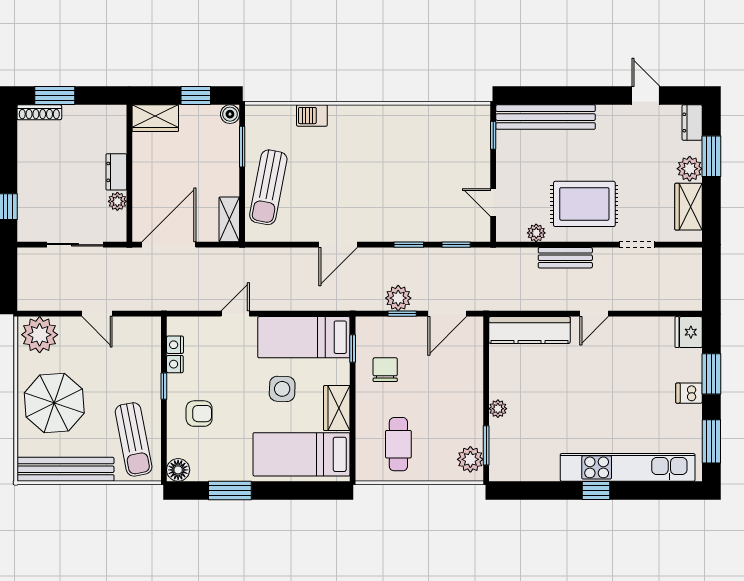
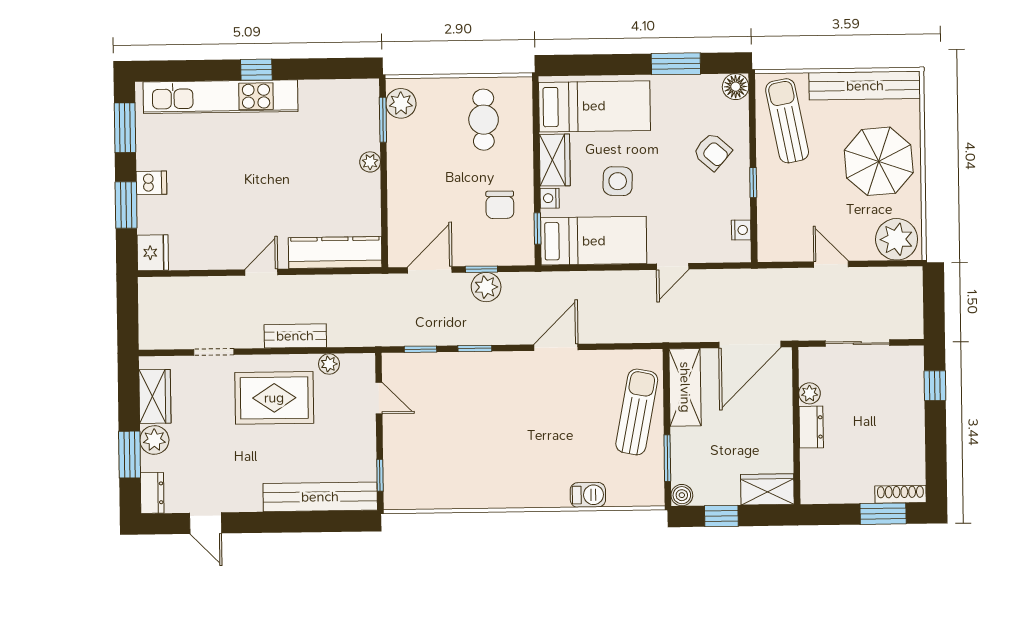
shelving: (229, 219) -> (685, 387), width x1.50, depth x1.33
nightstand: (175, 364) -> (550, 198), moved, turned 180
armchair: (199, 414) -> (712, 152), turned -139

